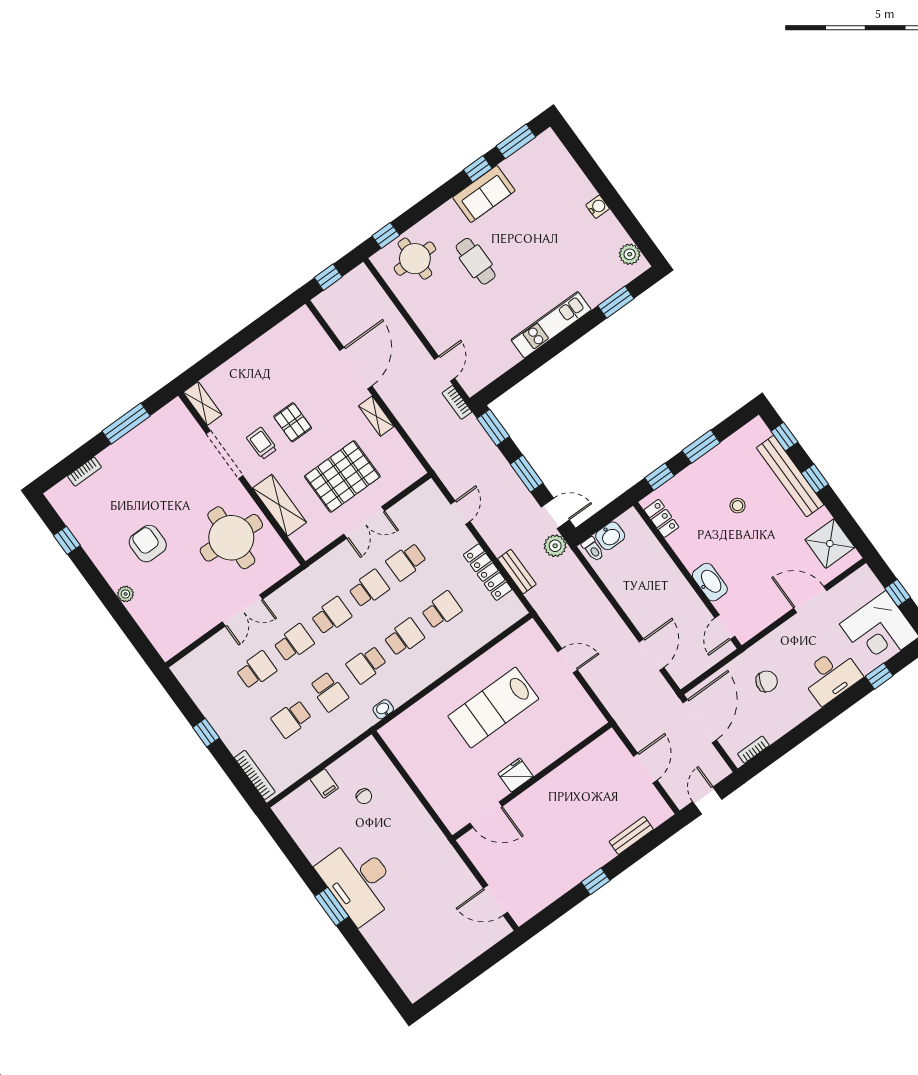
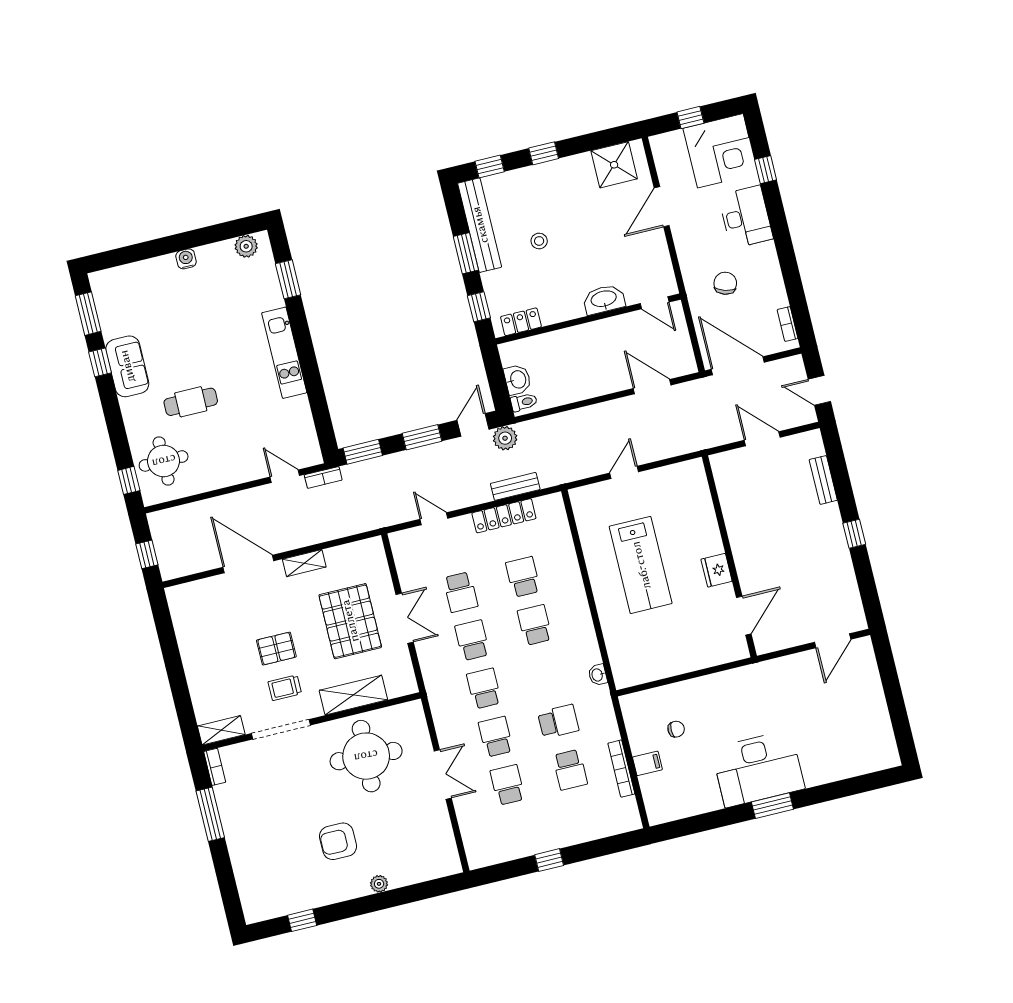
bookcase: (84, 472) -> (215, 767), moved
bench: (790, 476) -> (480, 225), moved, turned 90
school desk: (367, 664) -> (547, 673), removed
bookcase: (255, 775) -> (621, 769), moved, turned -90

